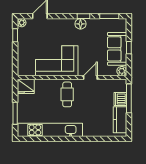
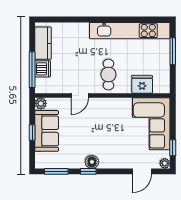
corner sofa: (57, 61) -> (151, 124), moved, turned 90
fridge: (26, 86) -> (142, 84), moved

